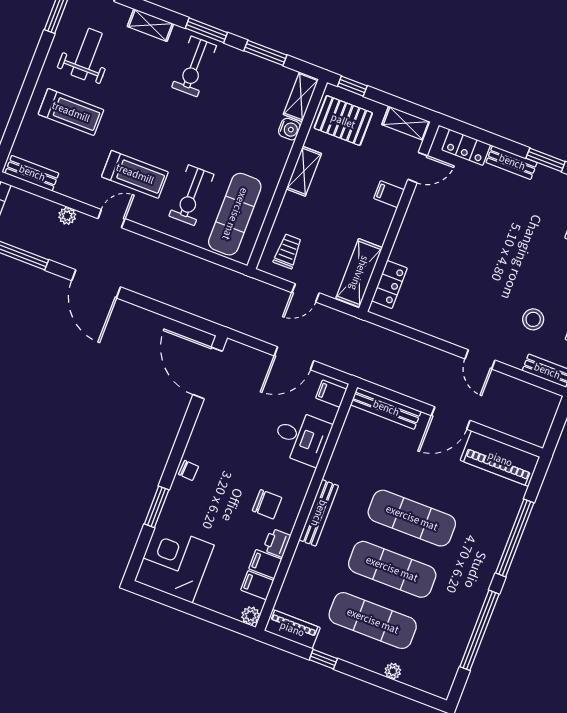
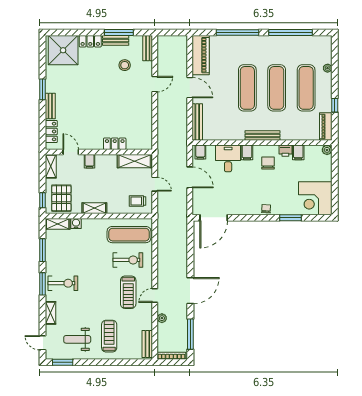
treadmill: (135, 174) -> (128, 292), turned 180
door: (111, 219) -> (155, 295), hinge flipped
locker: (389, 284) -> (115, 144), moved
filing cabinet: (257, 585) -> (247, 152), moved

